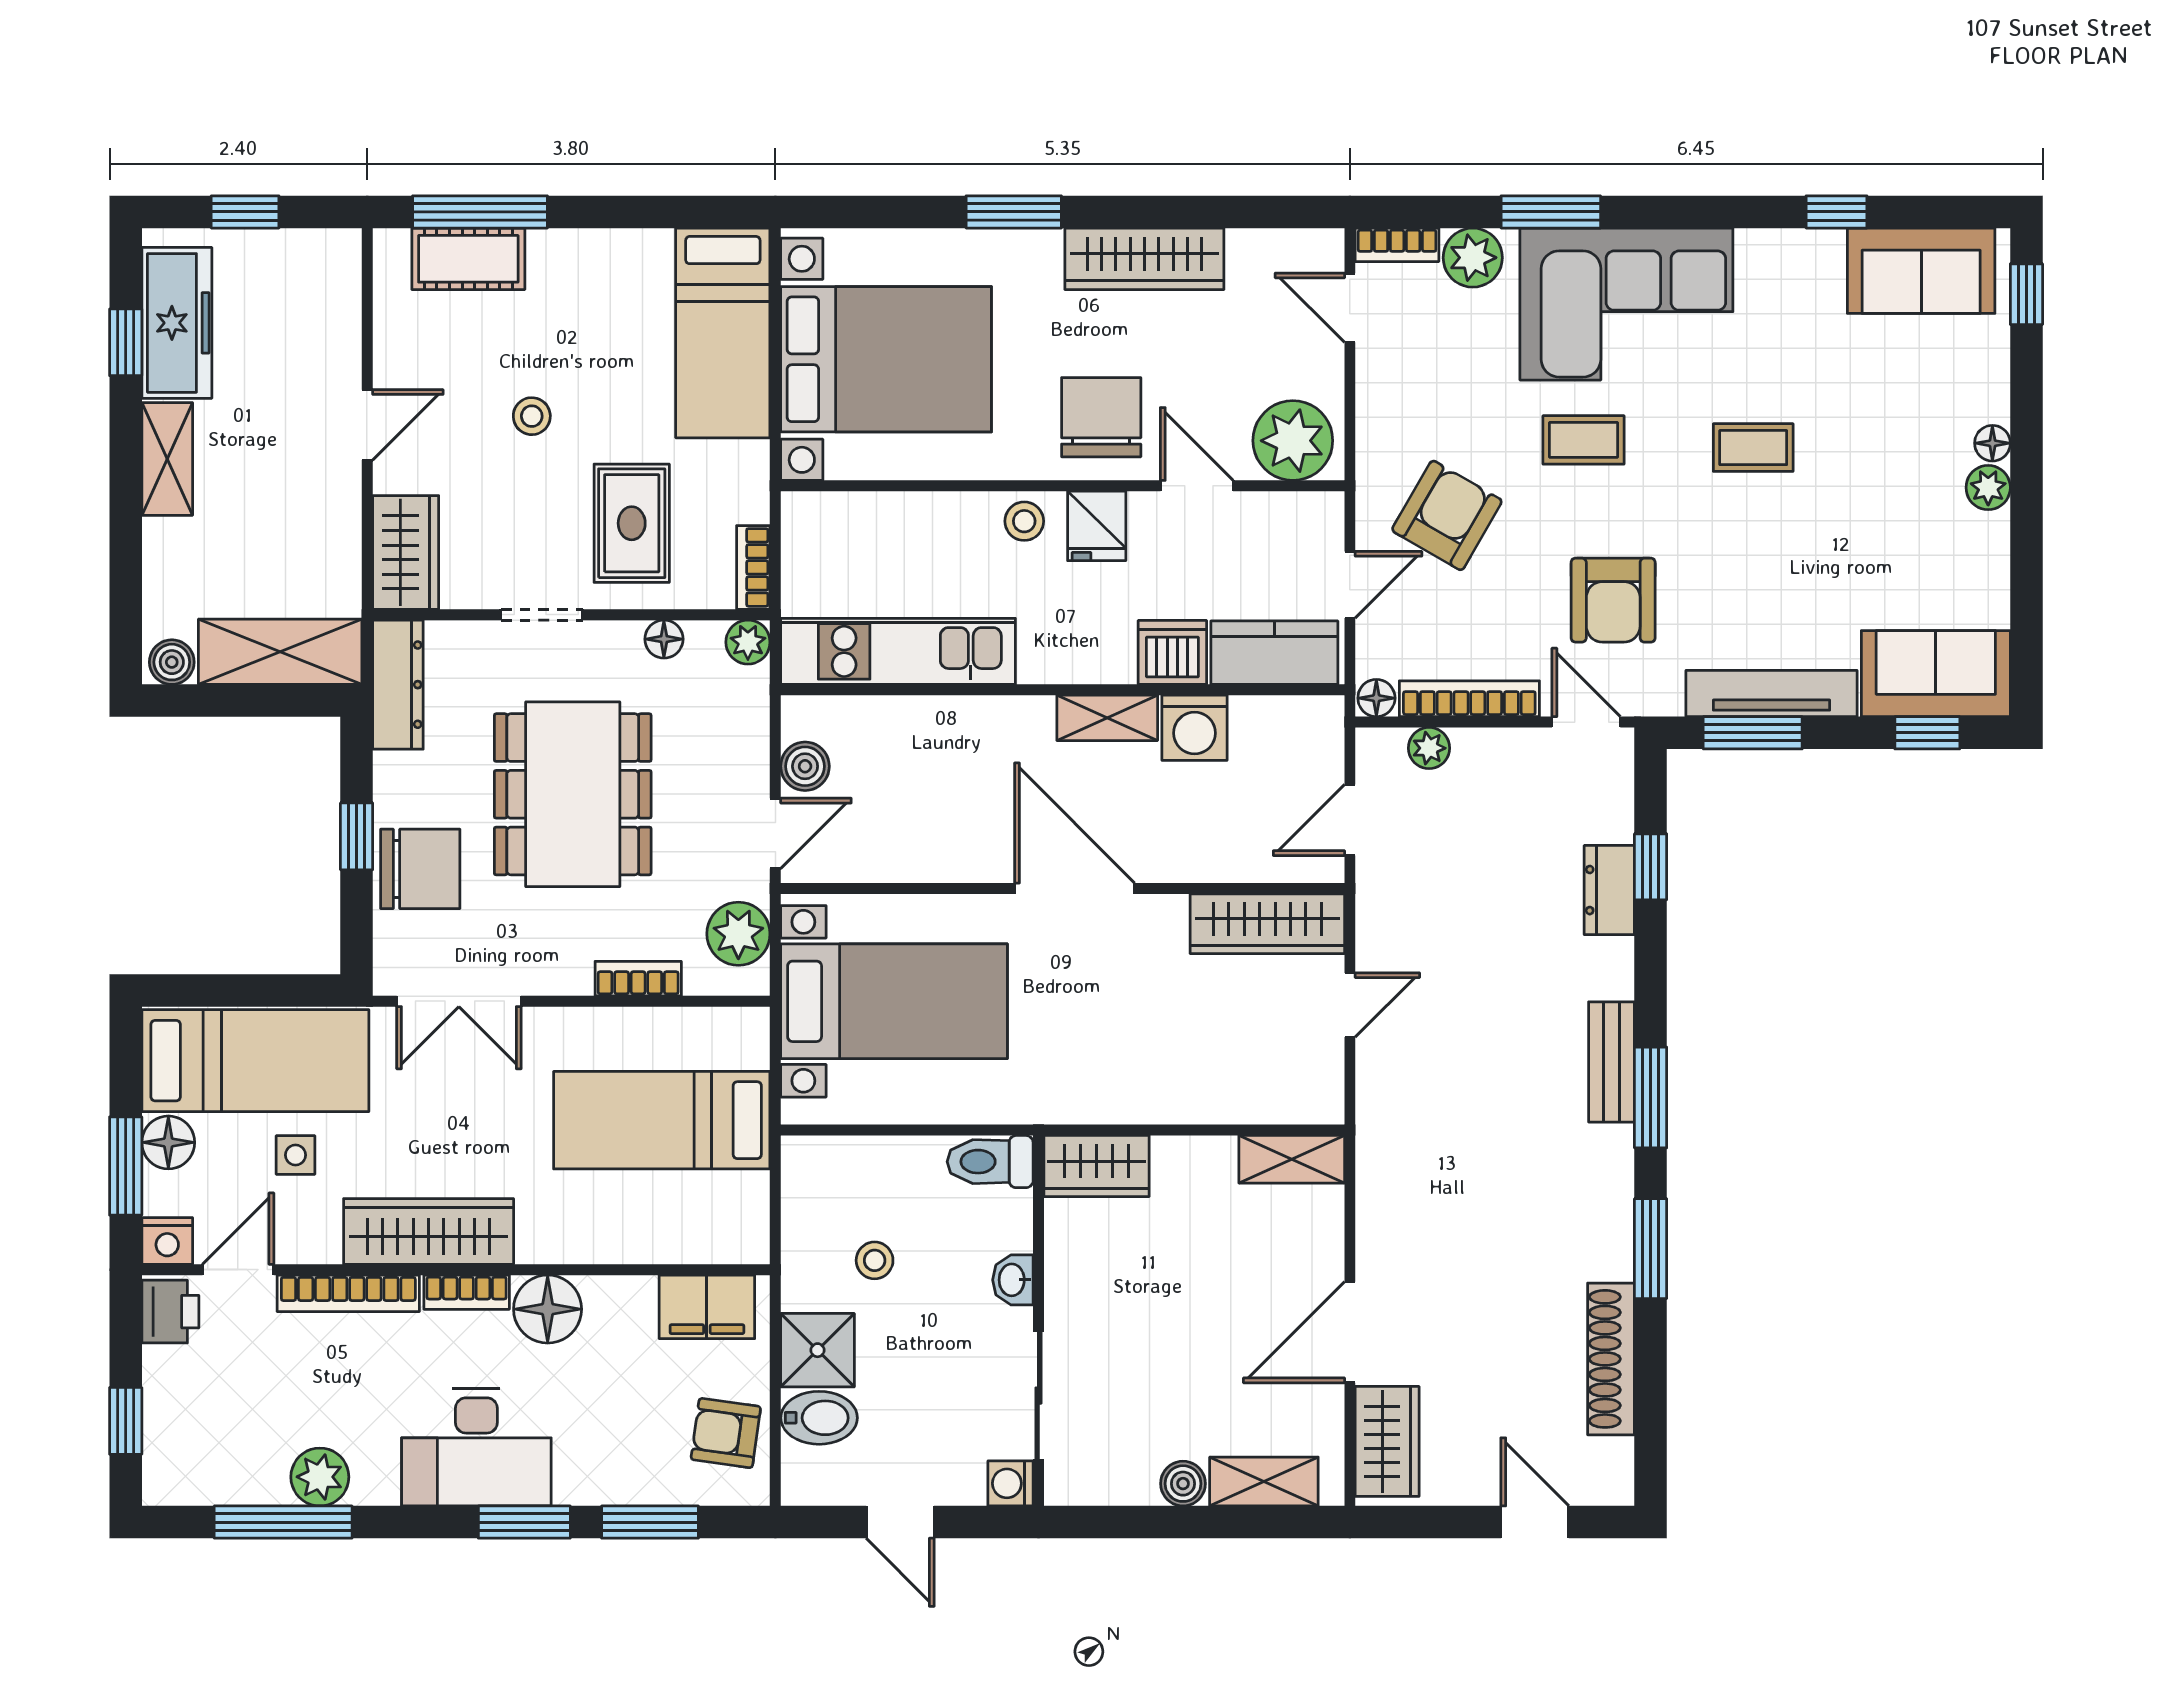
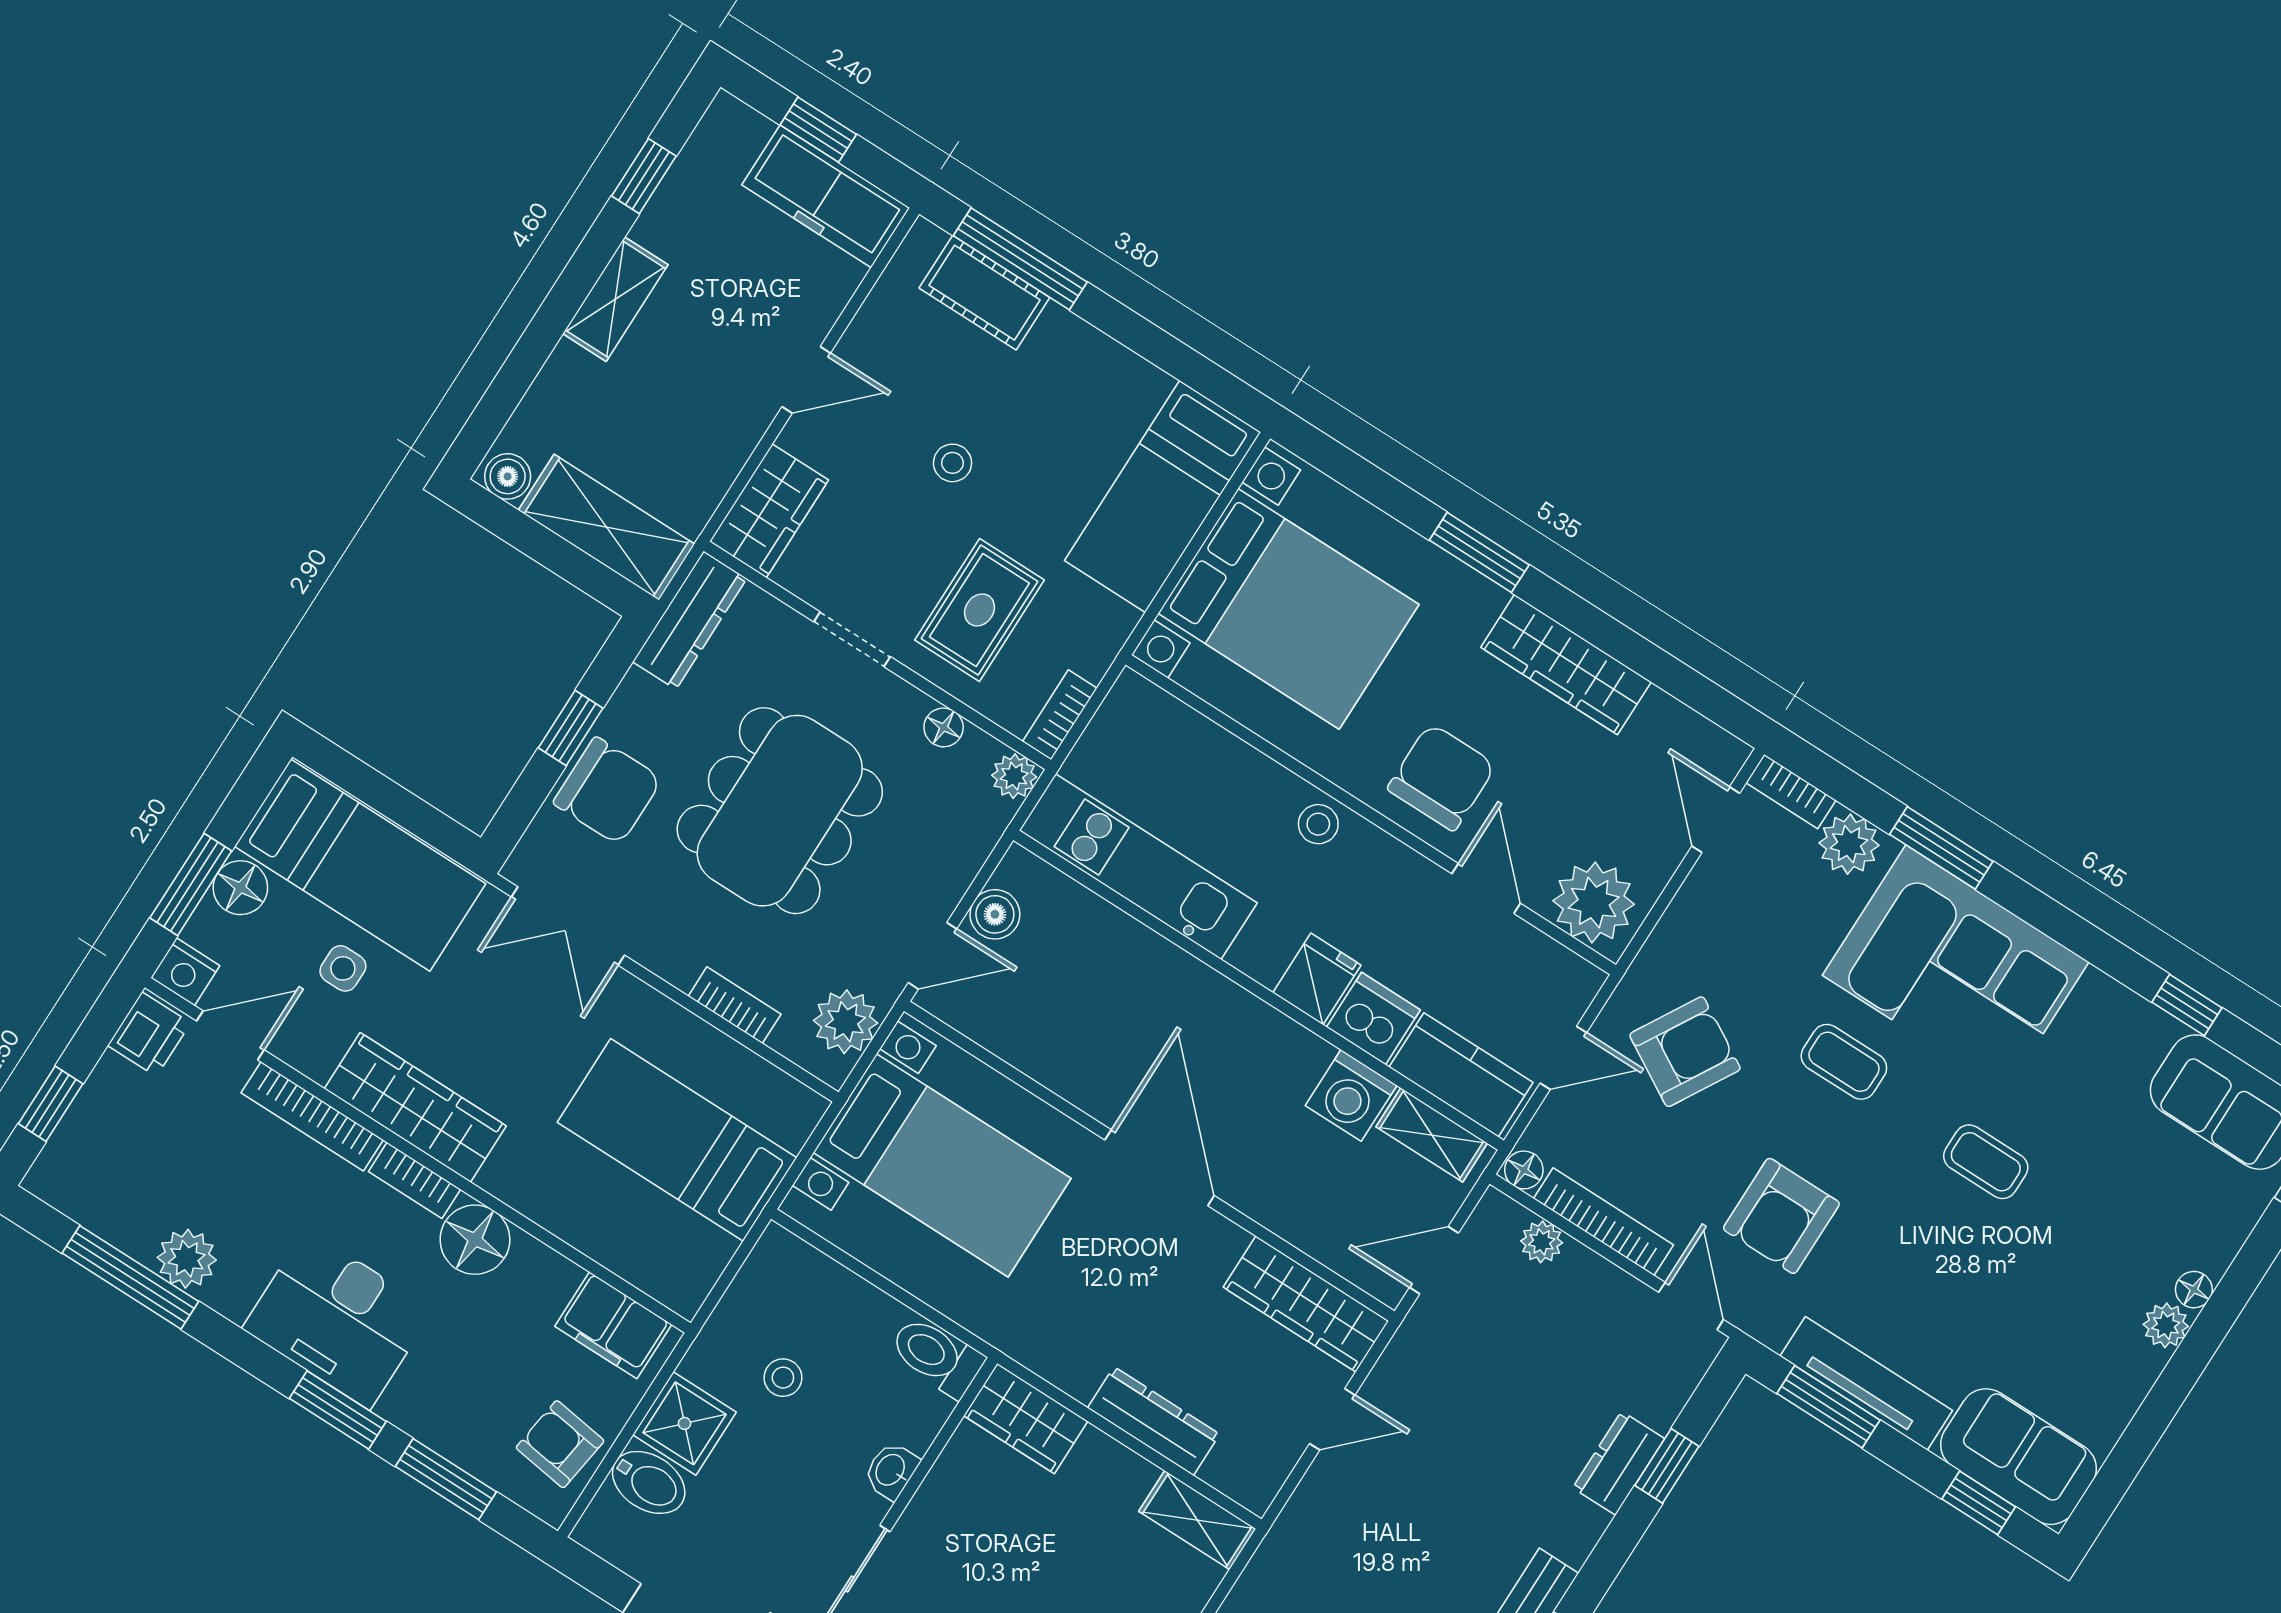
freezer: (177, 323) -> (826, 196), moved, turned 90
fridge: (1097, 526) -> (1317, 979), moved, turned 180
shelving: (1107, 718) -> (1432, 1135), moved
dresser: (1203, 1101) -> (1154, 1421), added

